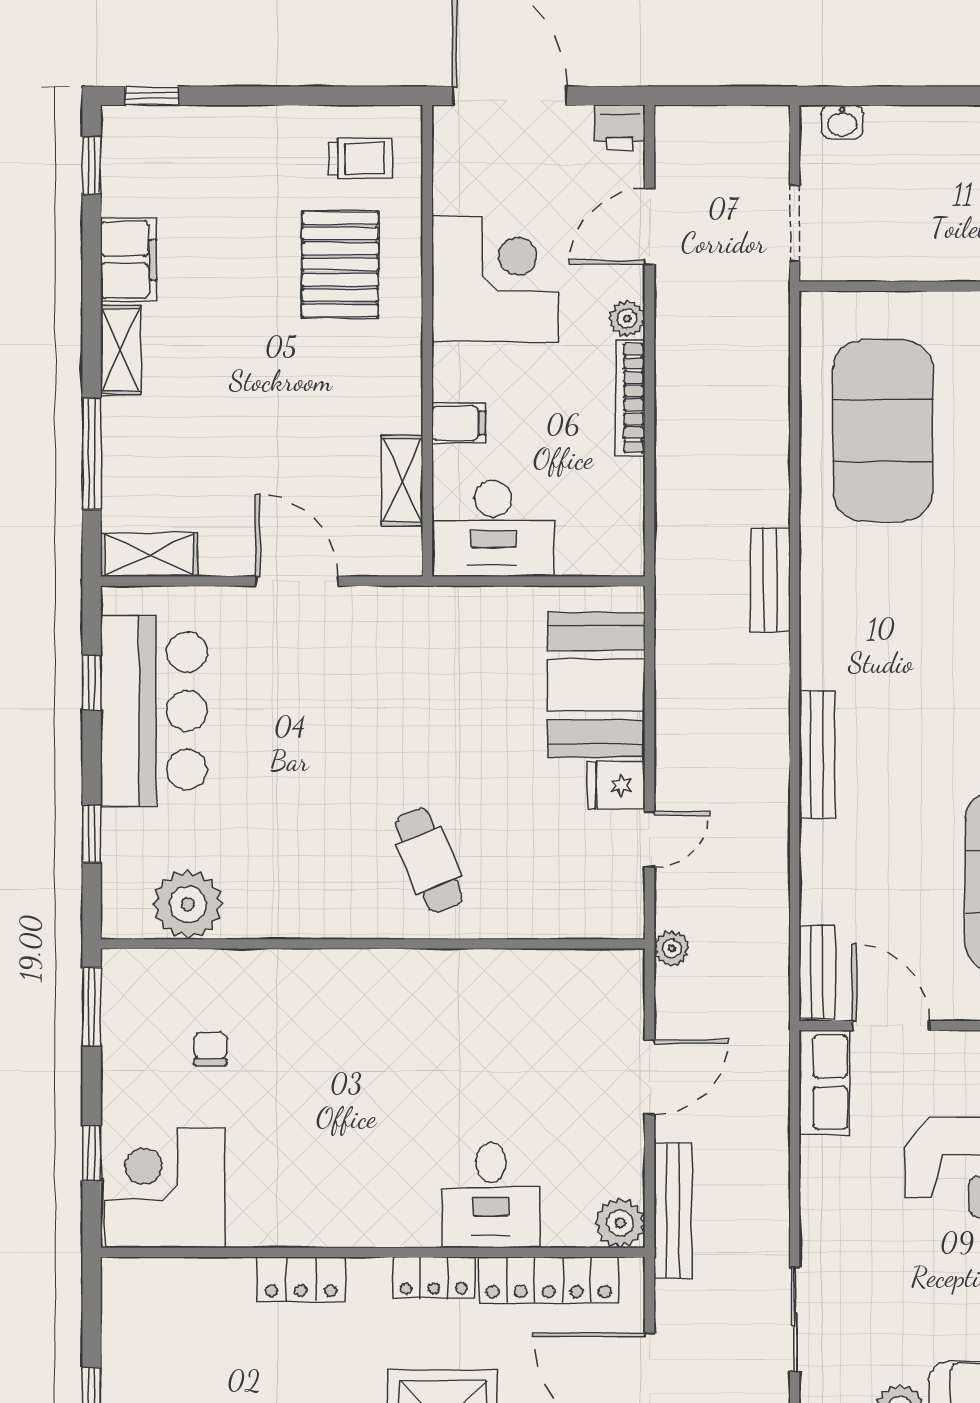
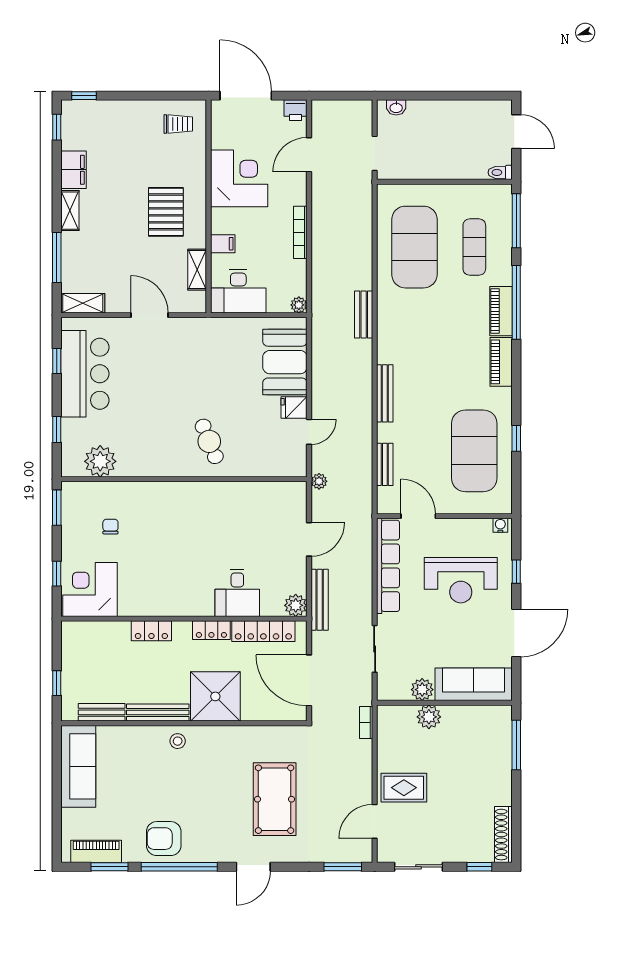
pallet: (340, 264) -> (166, 212), moved
plant: (627, 319) -> (299, 305), moved
bench: (817, 972) -> (385, 464), moved
row of seats: (824, 1082) -> (388, 566), width x2.02

